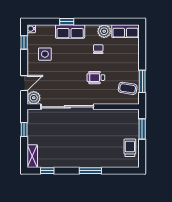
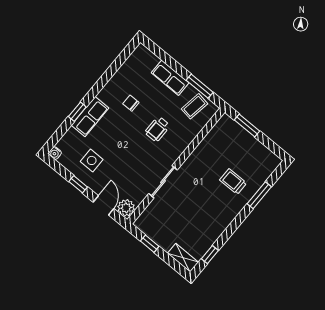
plant: (104, 31) -> (118, 82), removed
row of seats: (125, 31) -> (170, 78), moved, turned 90
window: (24, 42) -> (78, 184), moved
sliding door: (67, 107) -> (163, 182), width x0.54
trolley: (130, 148) -> (233, 182), moved
window: (90, 171) -> (259, 195), moved

